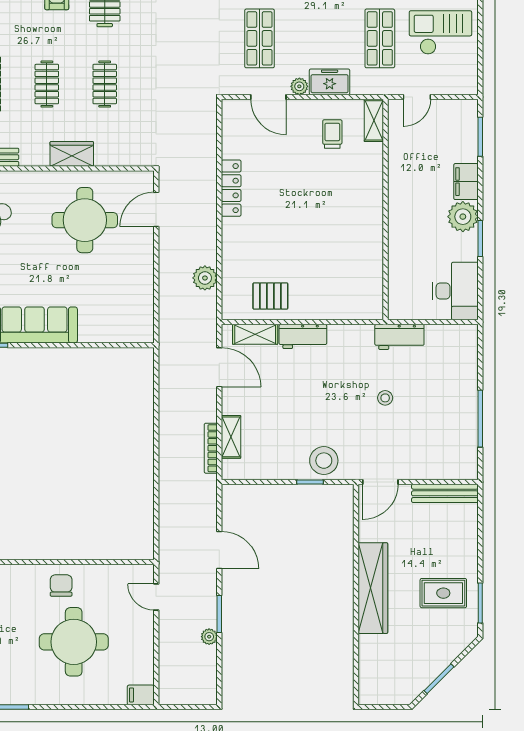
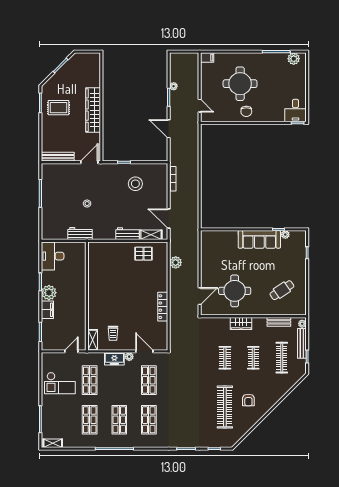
shelving: (231, 437) -> (163, 184), removed
stool: (324, 461) -> (135, 184), moved

